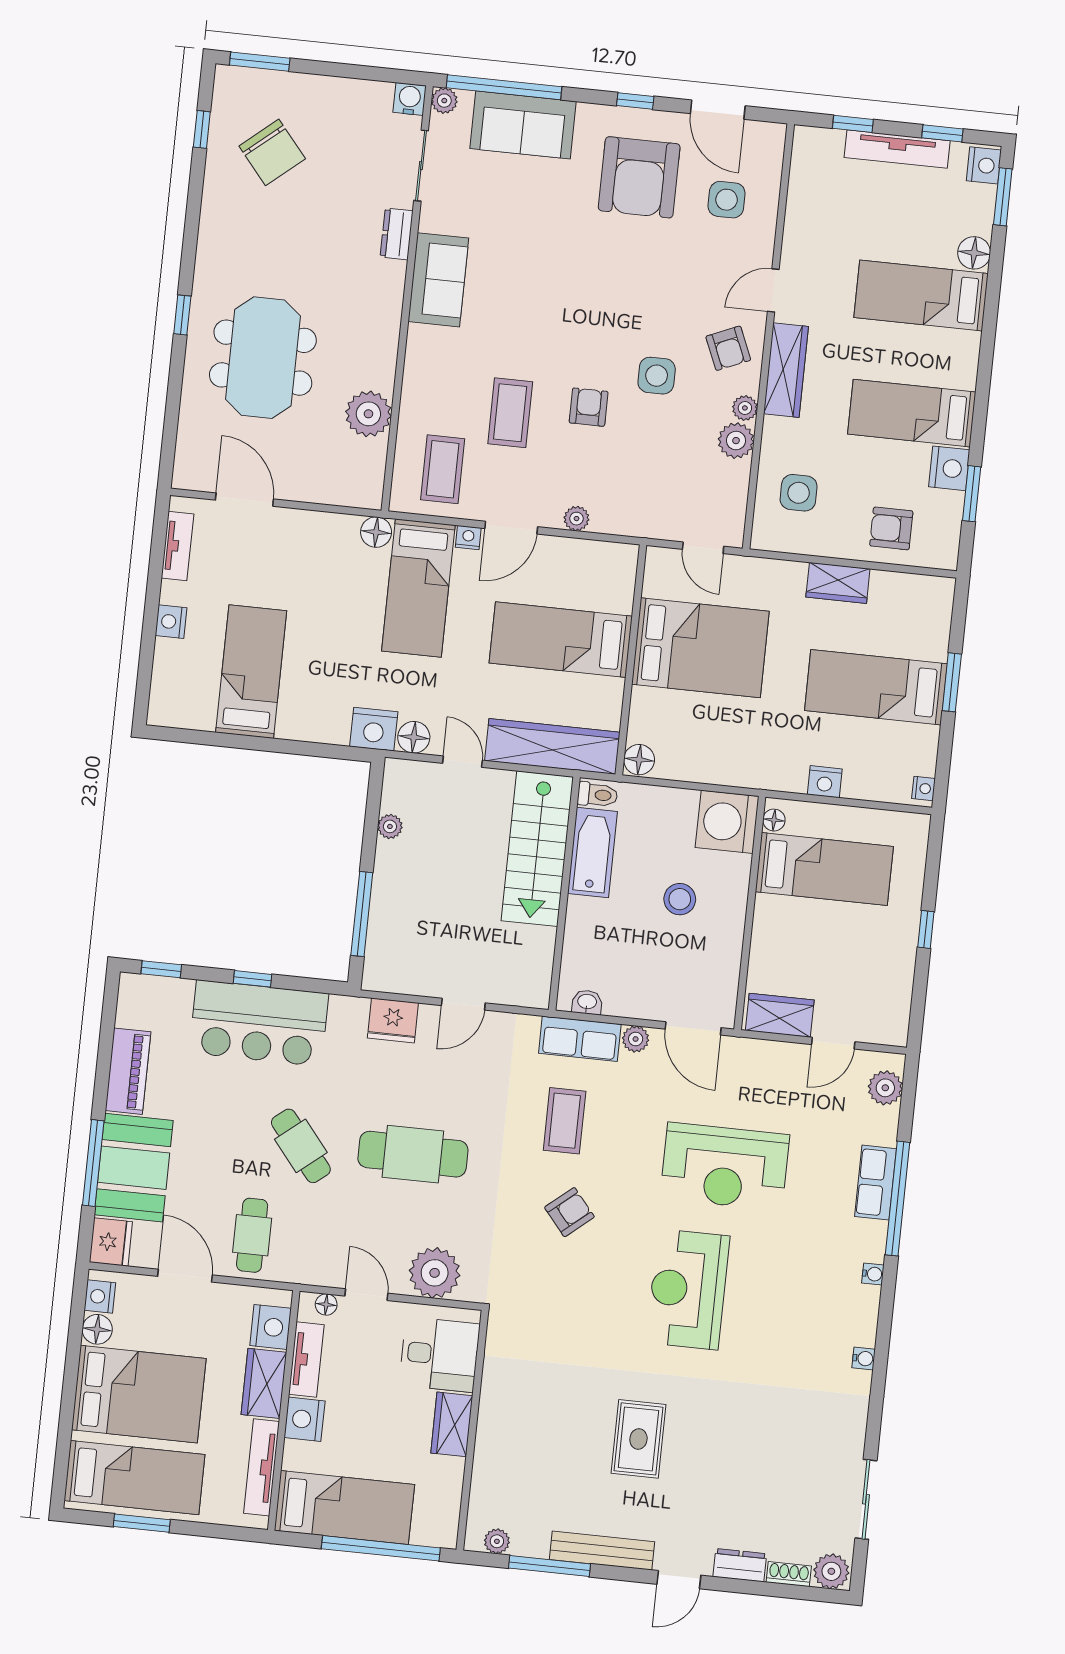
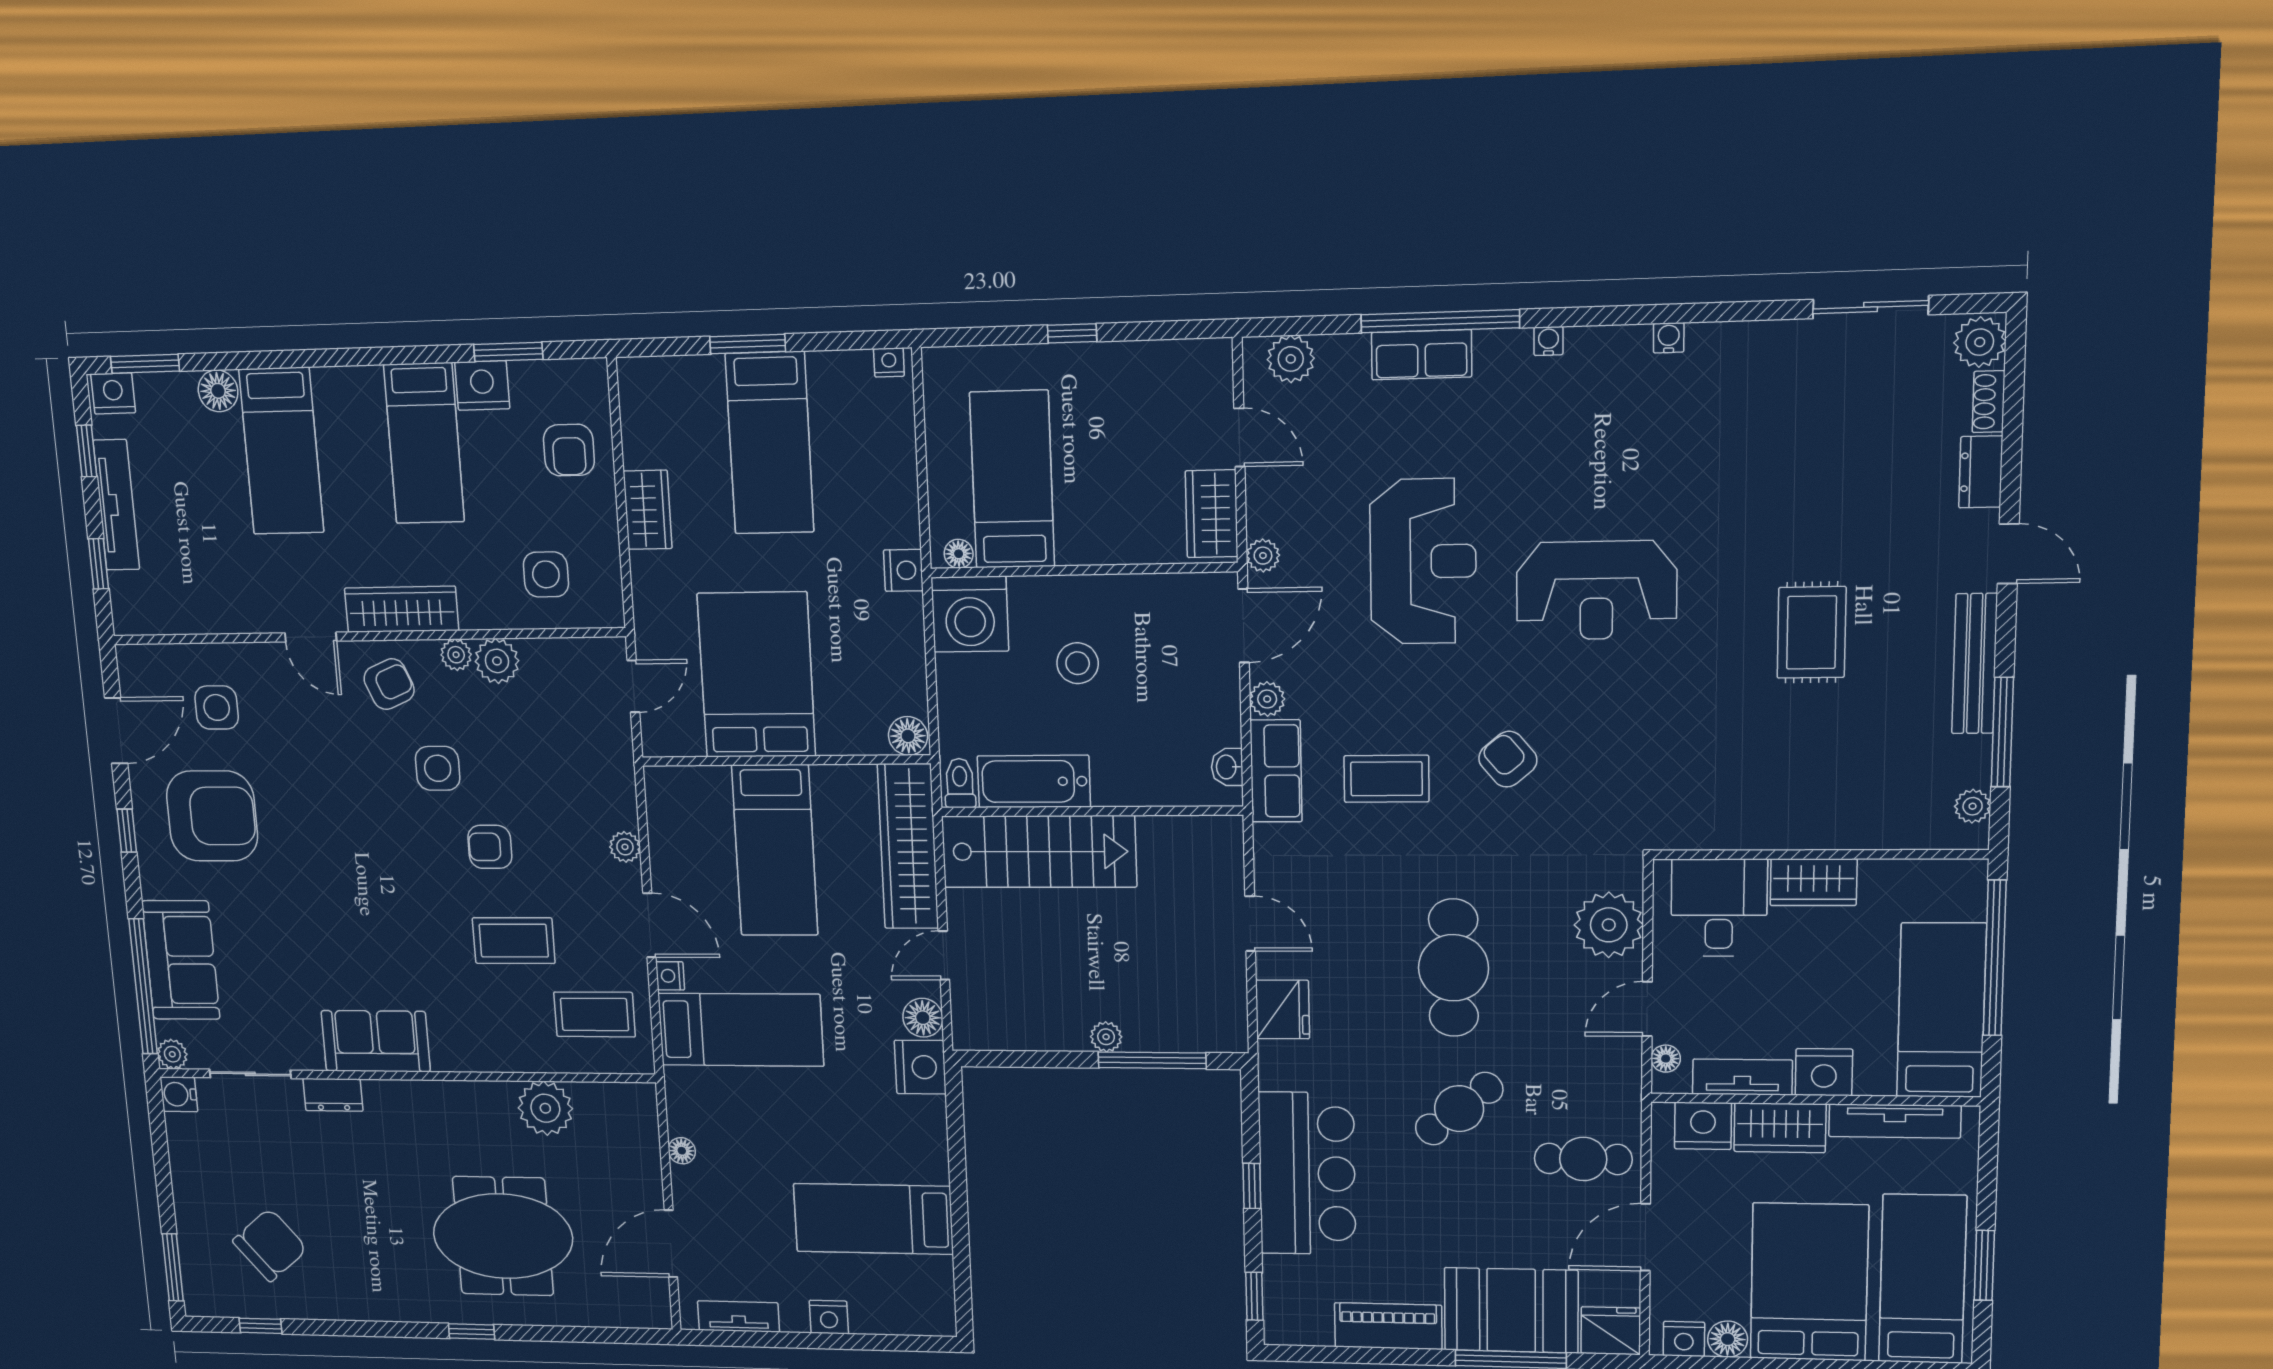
floor lamp: (376, 532) -> (682, 1151), moved, width x0.73, depth x0.73
nightstand: (825, 782) -> (903, 570), moved
plant: (390, 826) -> (1106, 1037), moved
plant: (744, 1049) -> (1263, 556), added
rug: (638, 1439) -> (1812, 632), turned 90

